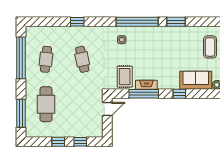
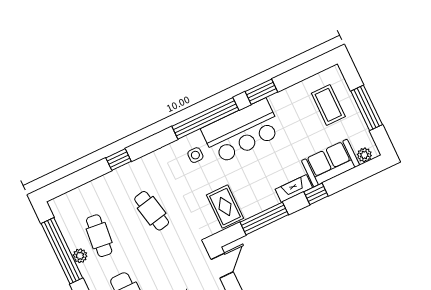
bar counter: (154, 39) -> (242, 131), added
plant: (30, 65) -> (80, 256), added
fireplace: (146, 85) -> (294, 188), moved

